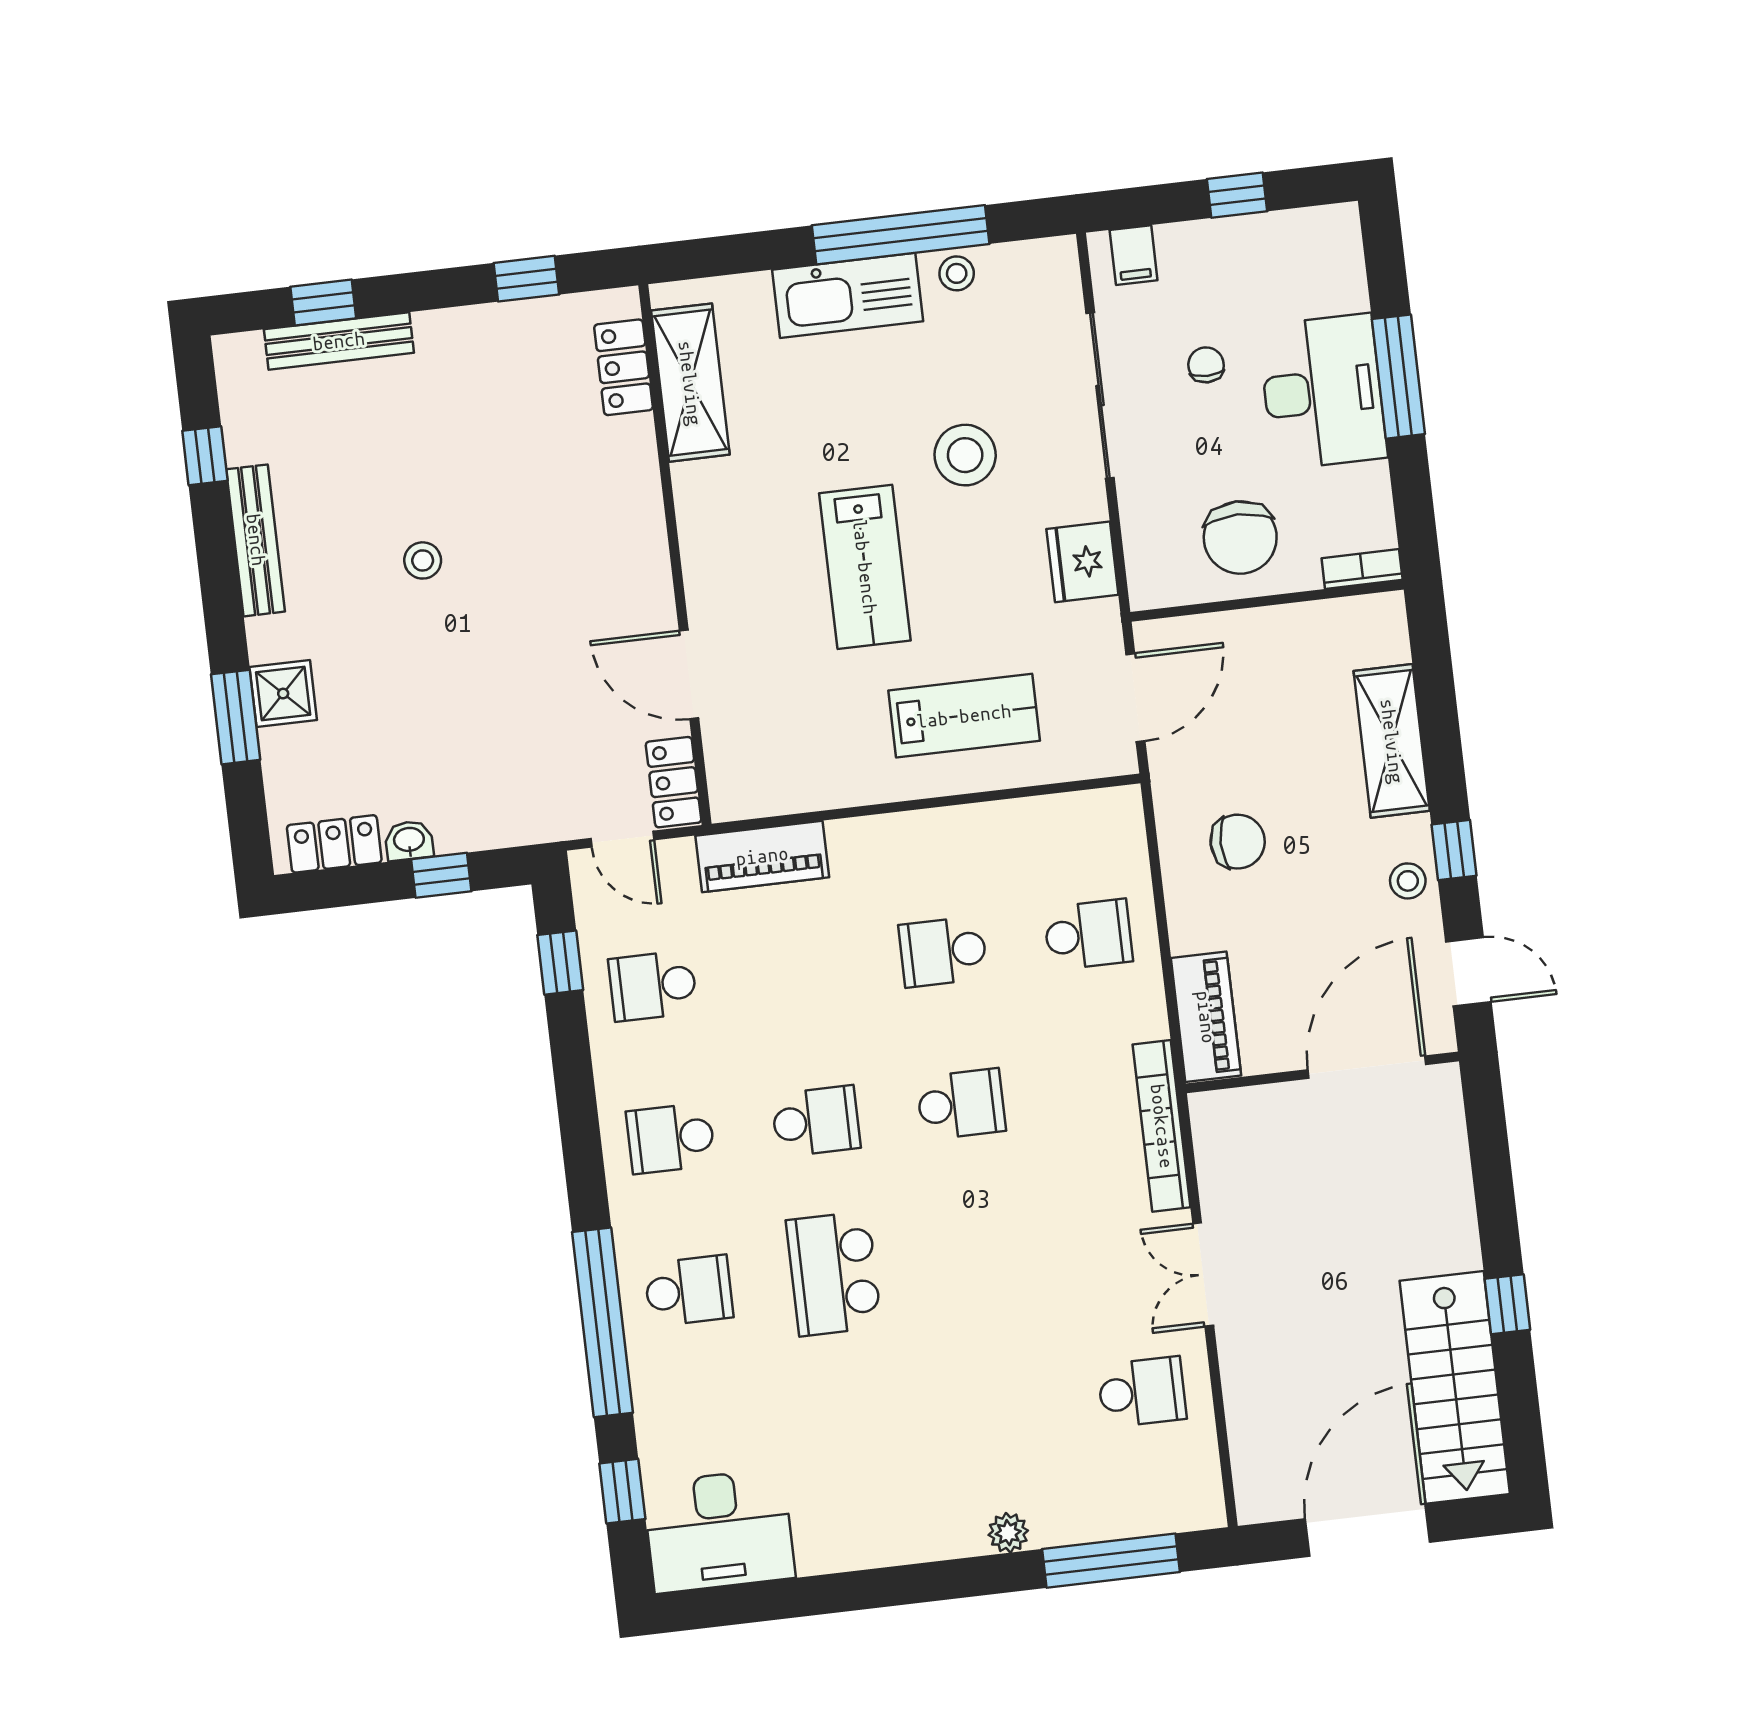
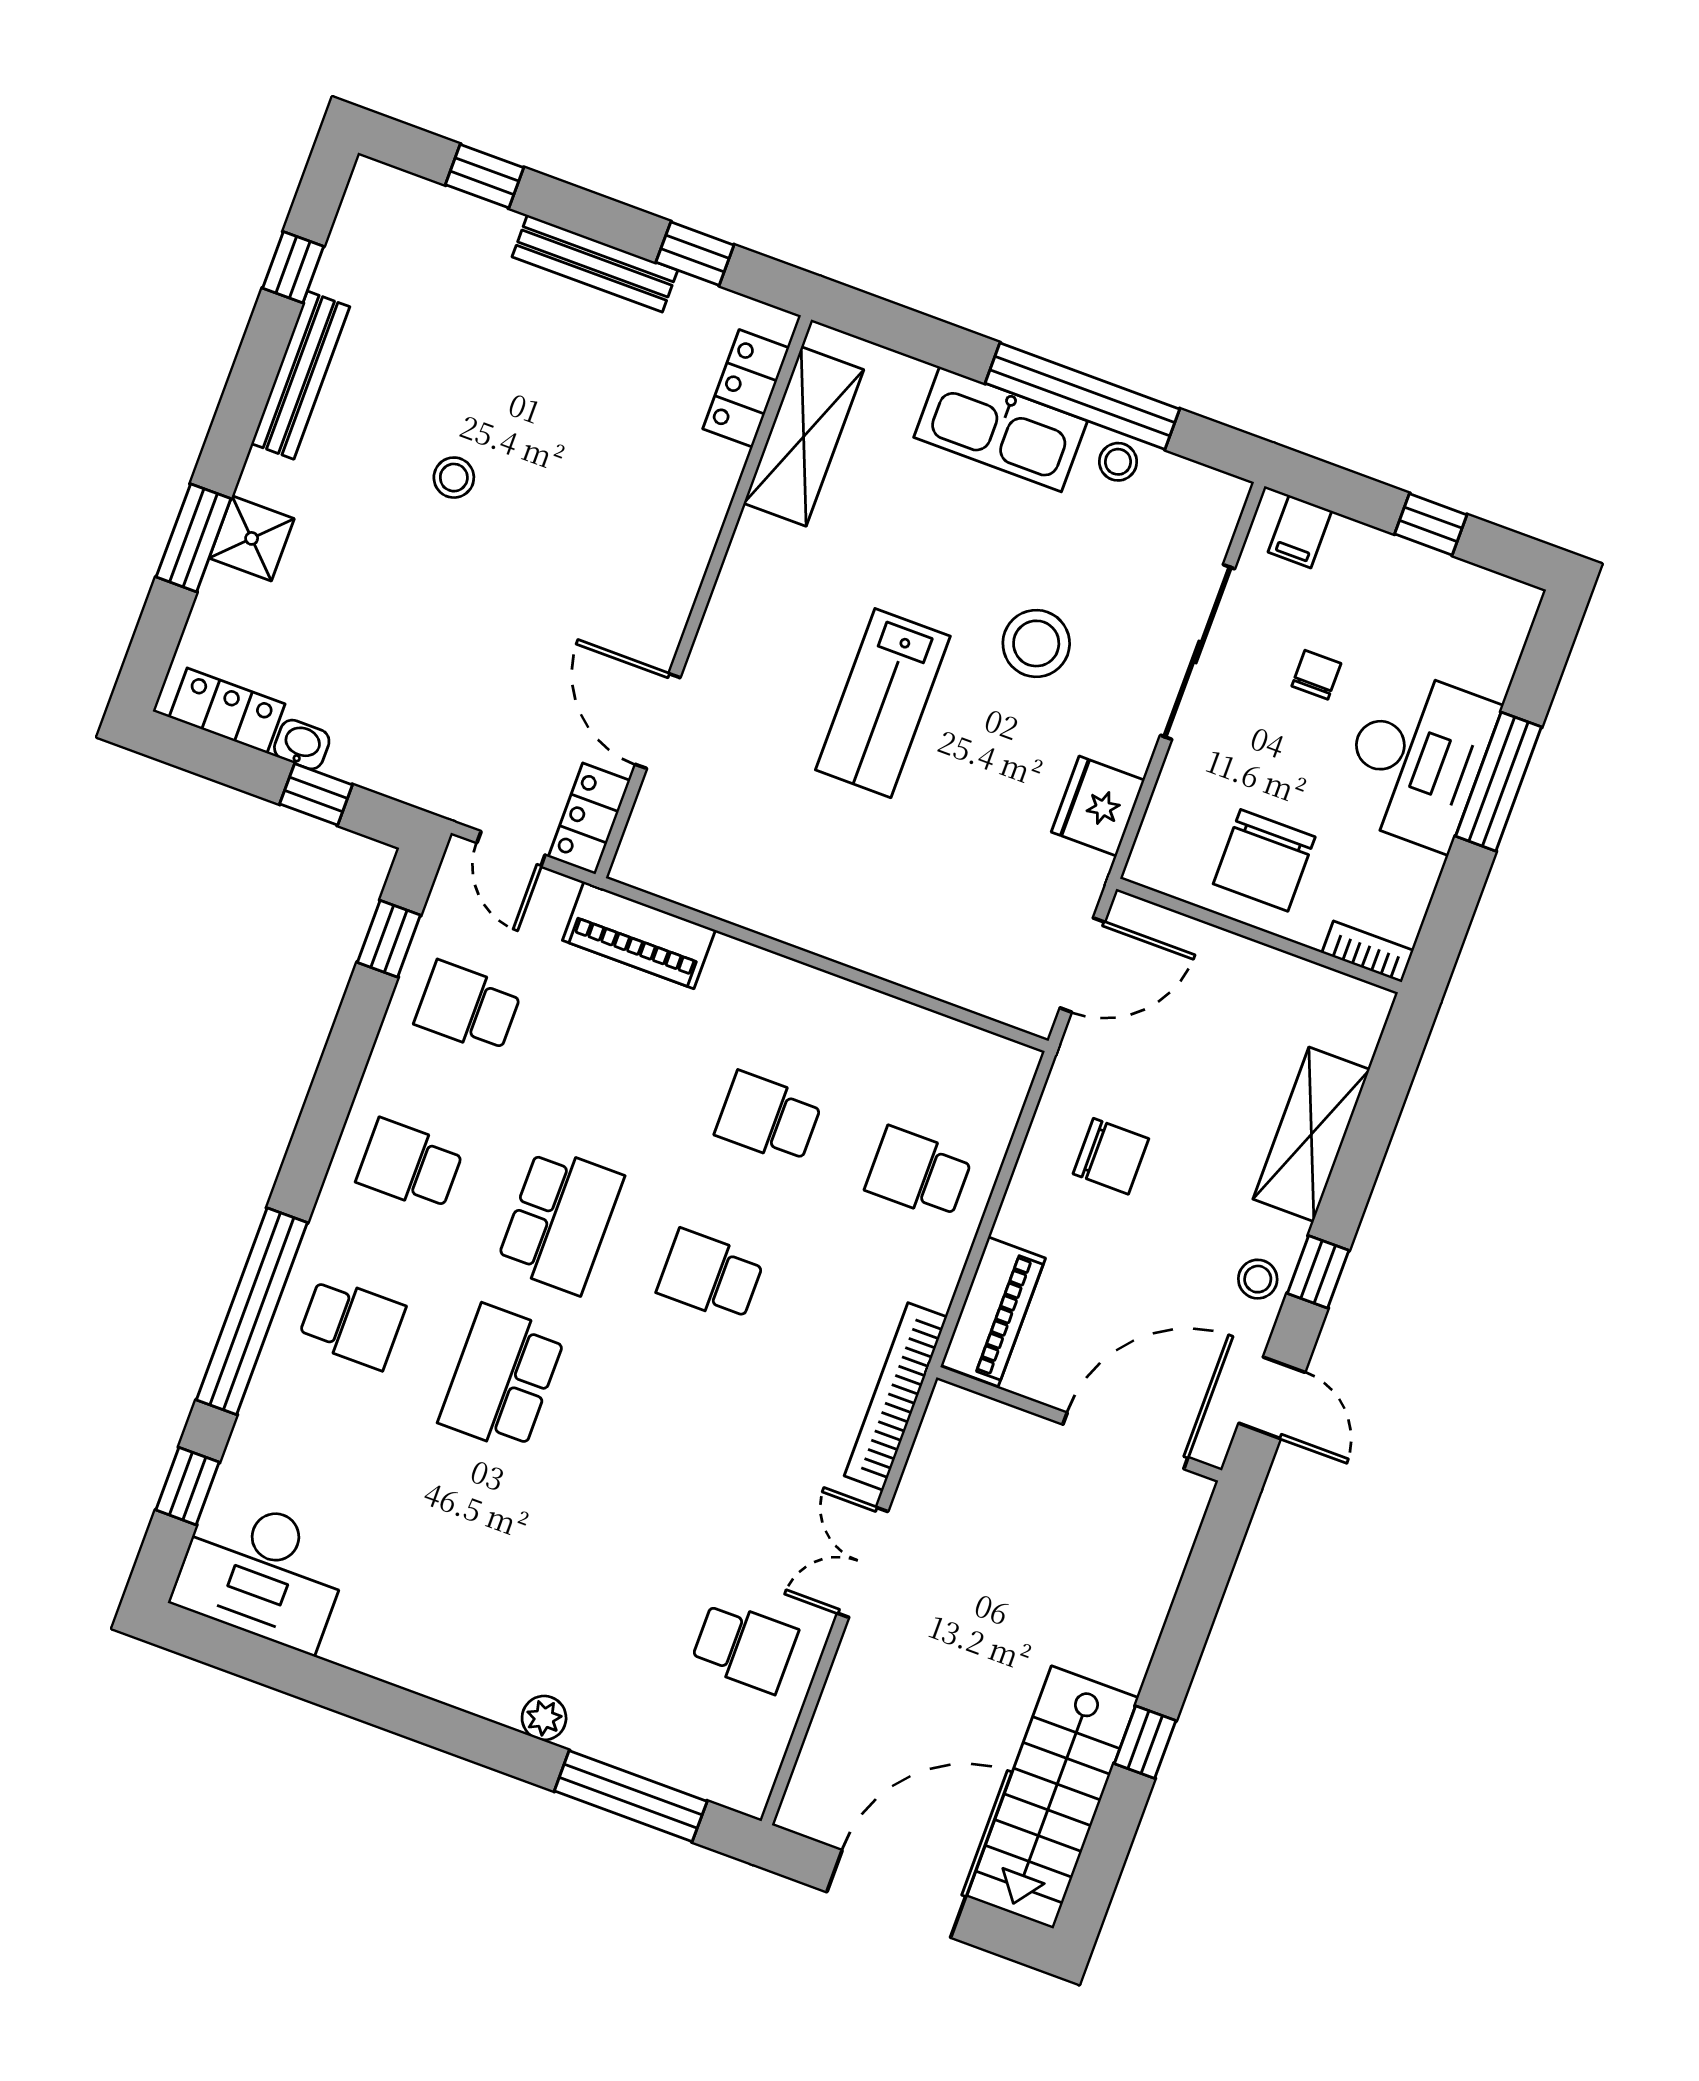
bench: (339, 341) -> (595, 264), moved
lab bench: (964, 716) -> (906, 898), removed
school desk: (1088, 935) -> (919, 1173), turned 180
school desk: (961, 1104) -> (710, 1276), turned 180
school desk: (816, 1121) -> (560, 1220), width x1.85

